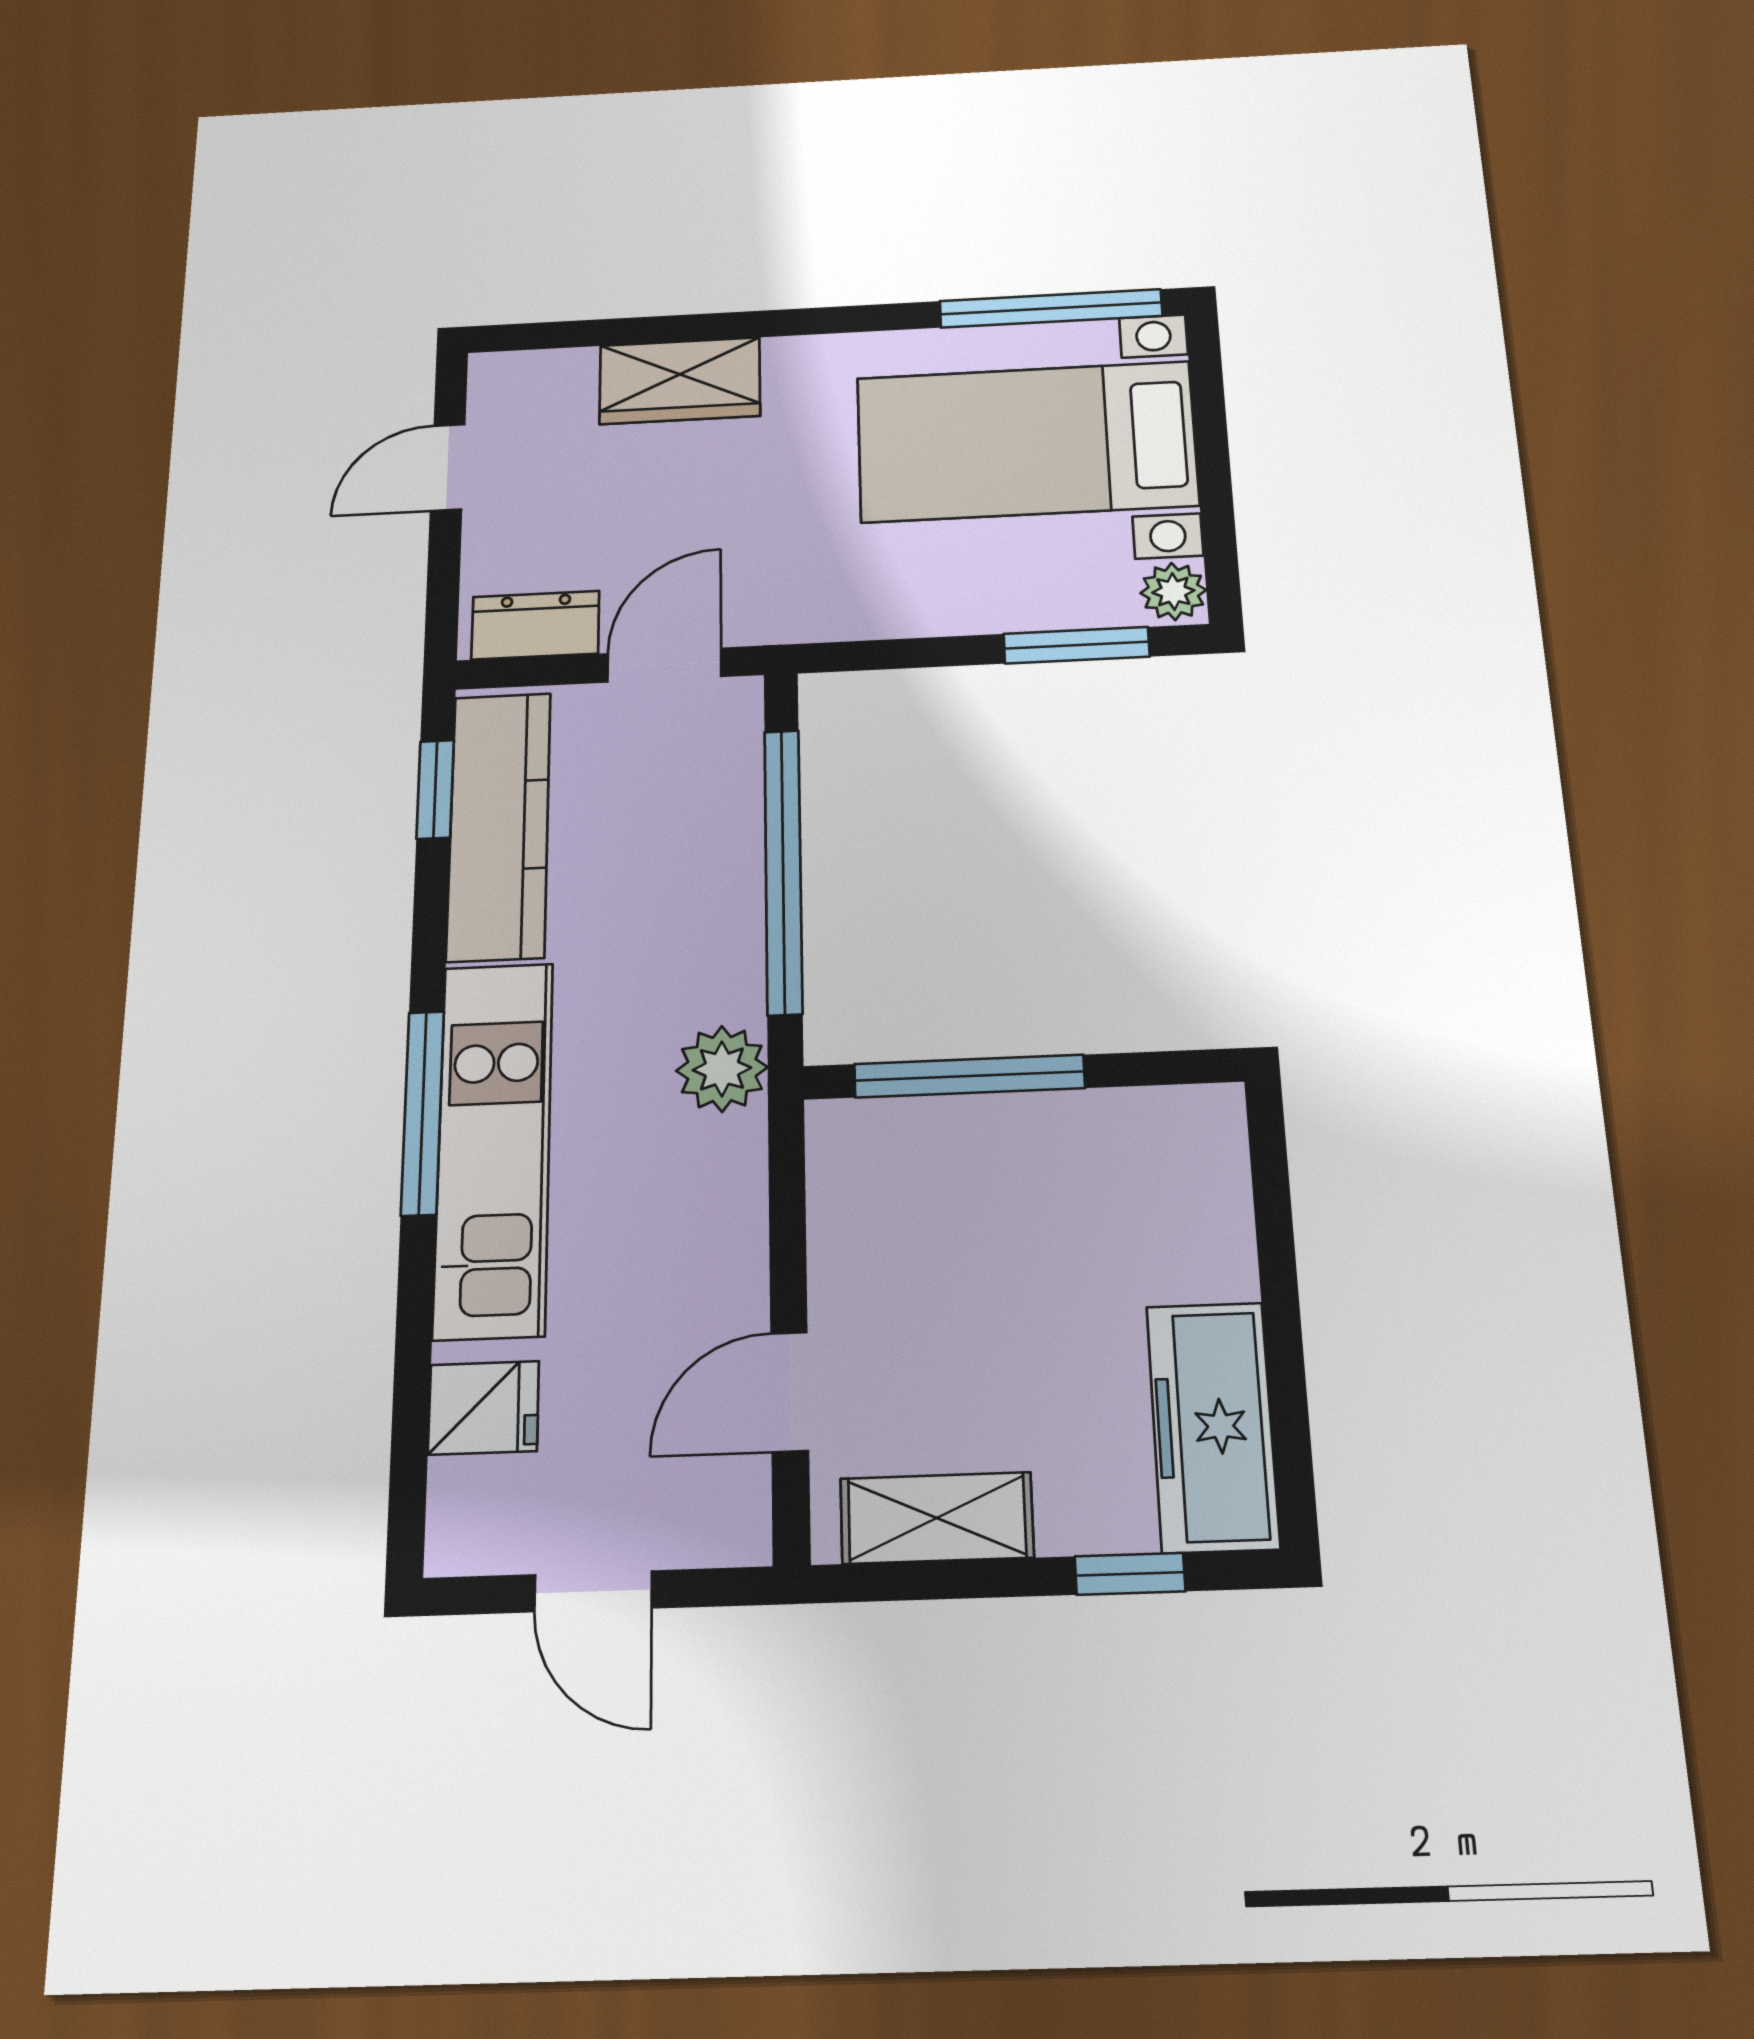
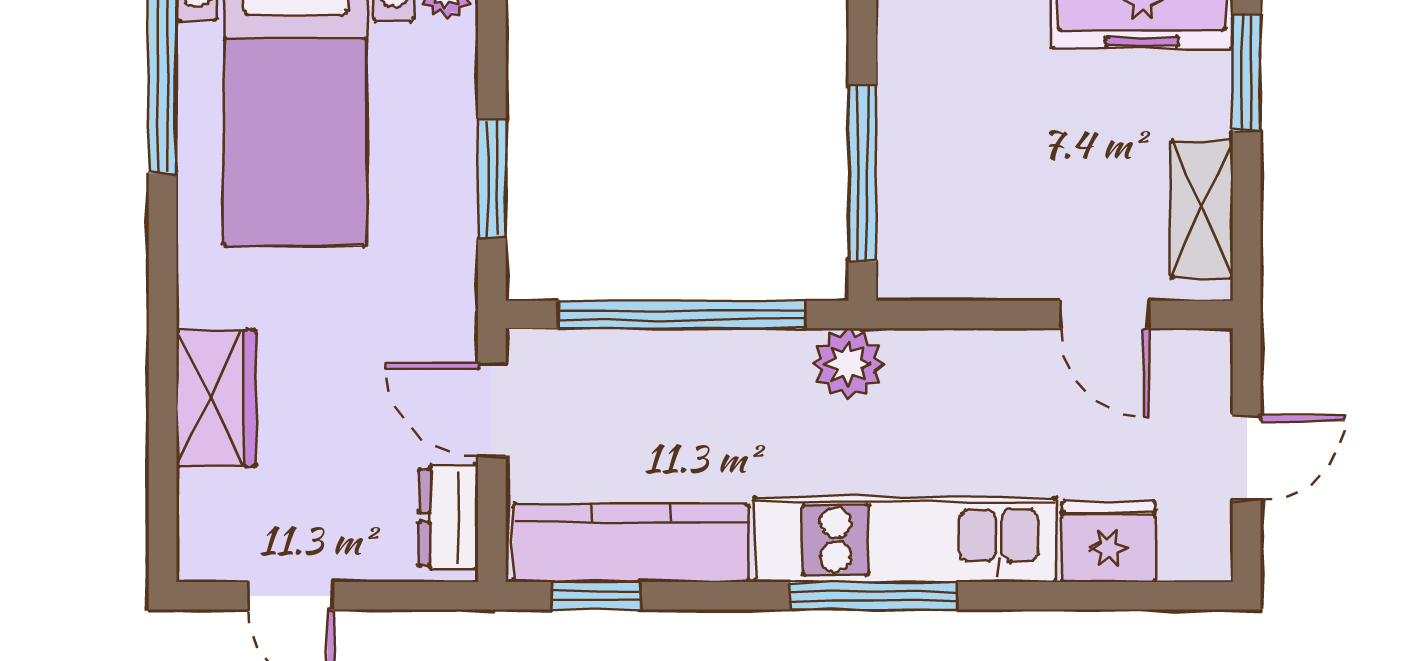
window: (1077, 645) -> (492, 178), moved
fridge: (484, 1408) -> (1109, 542), width x1.38
window: (1130, 1574) -> (1247, 73), width x1.50

